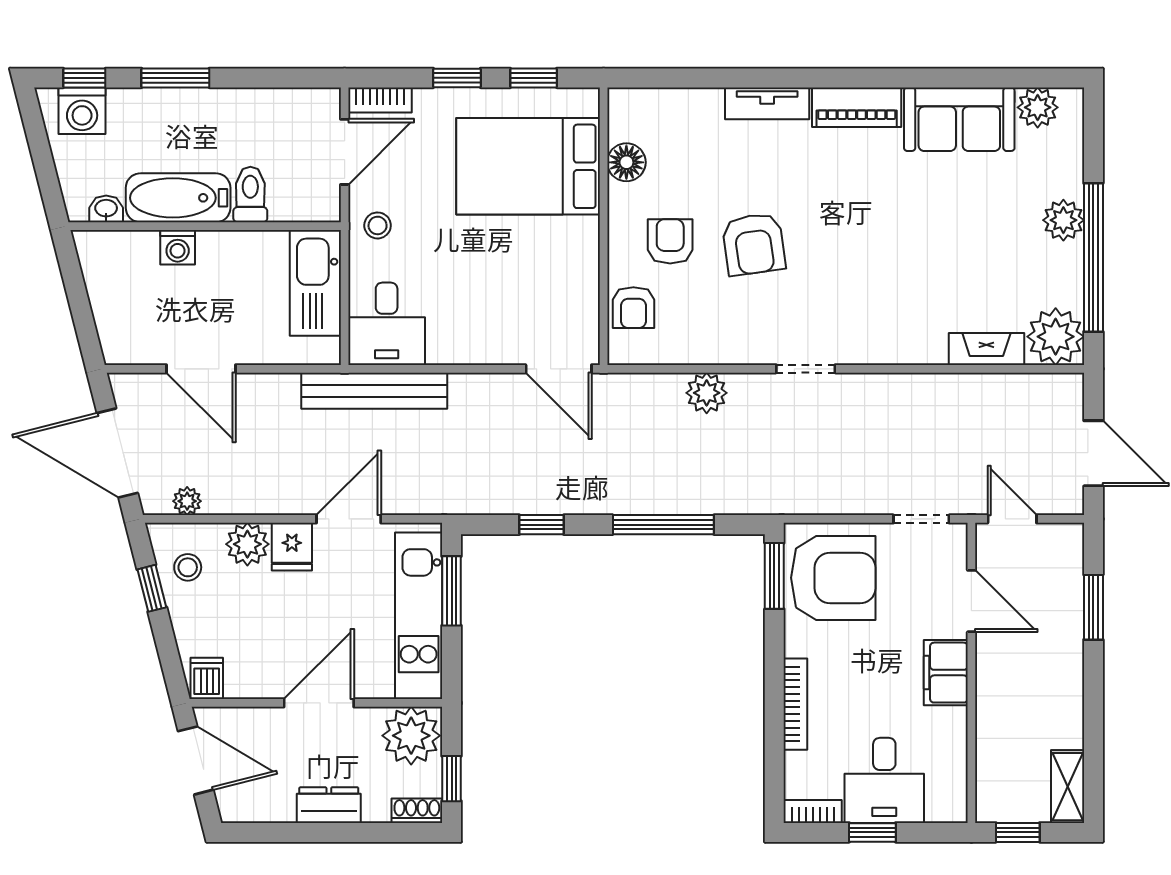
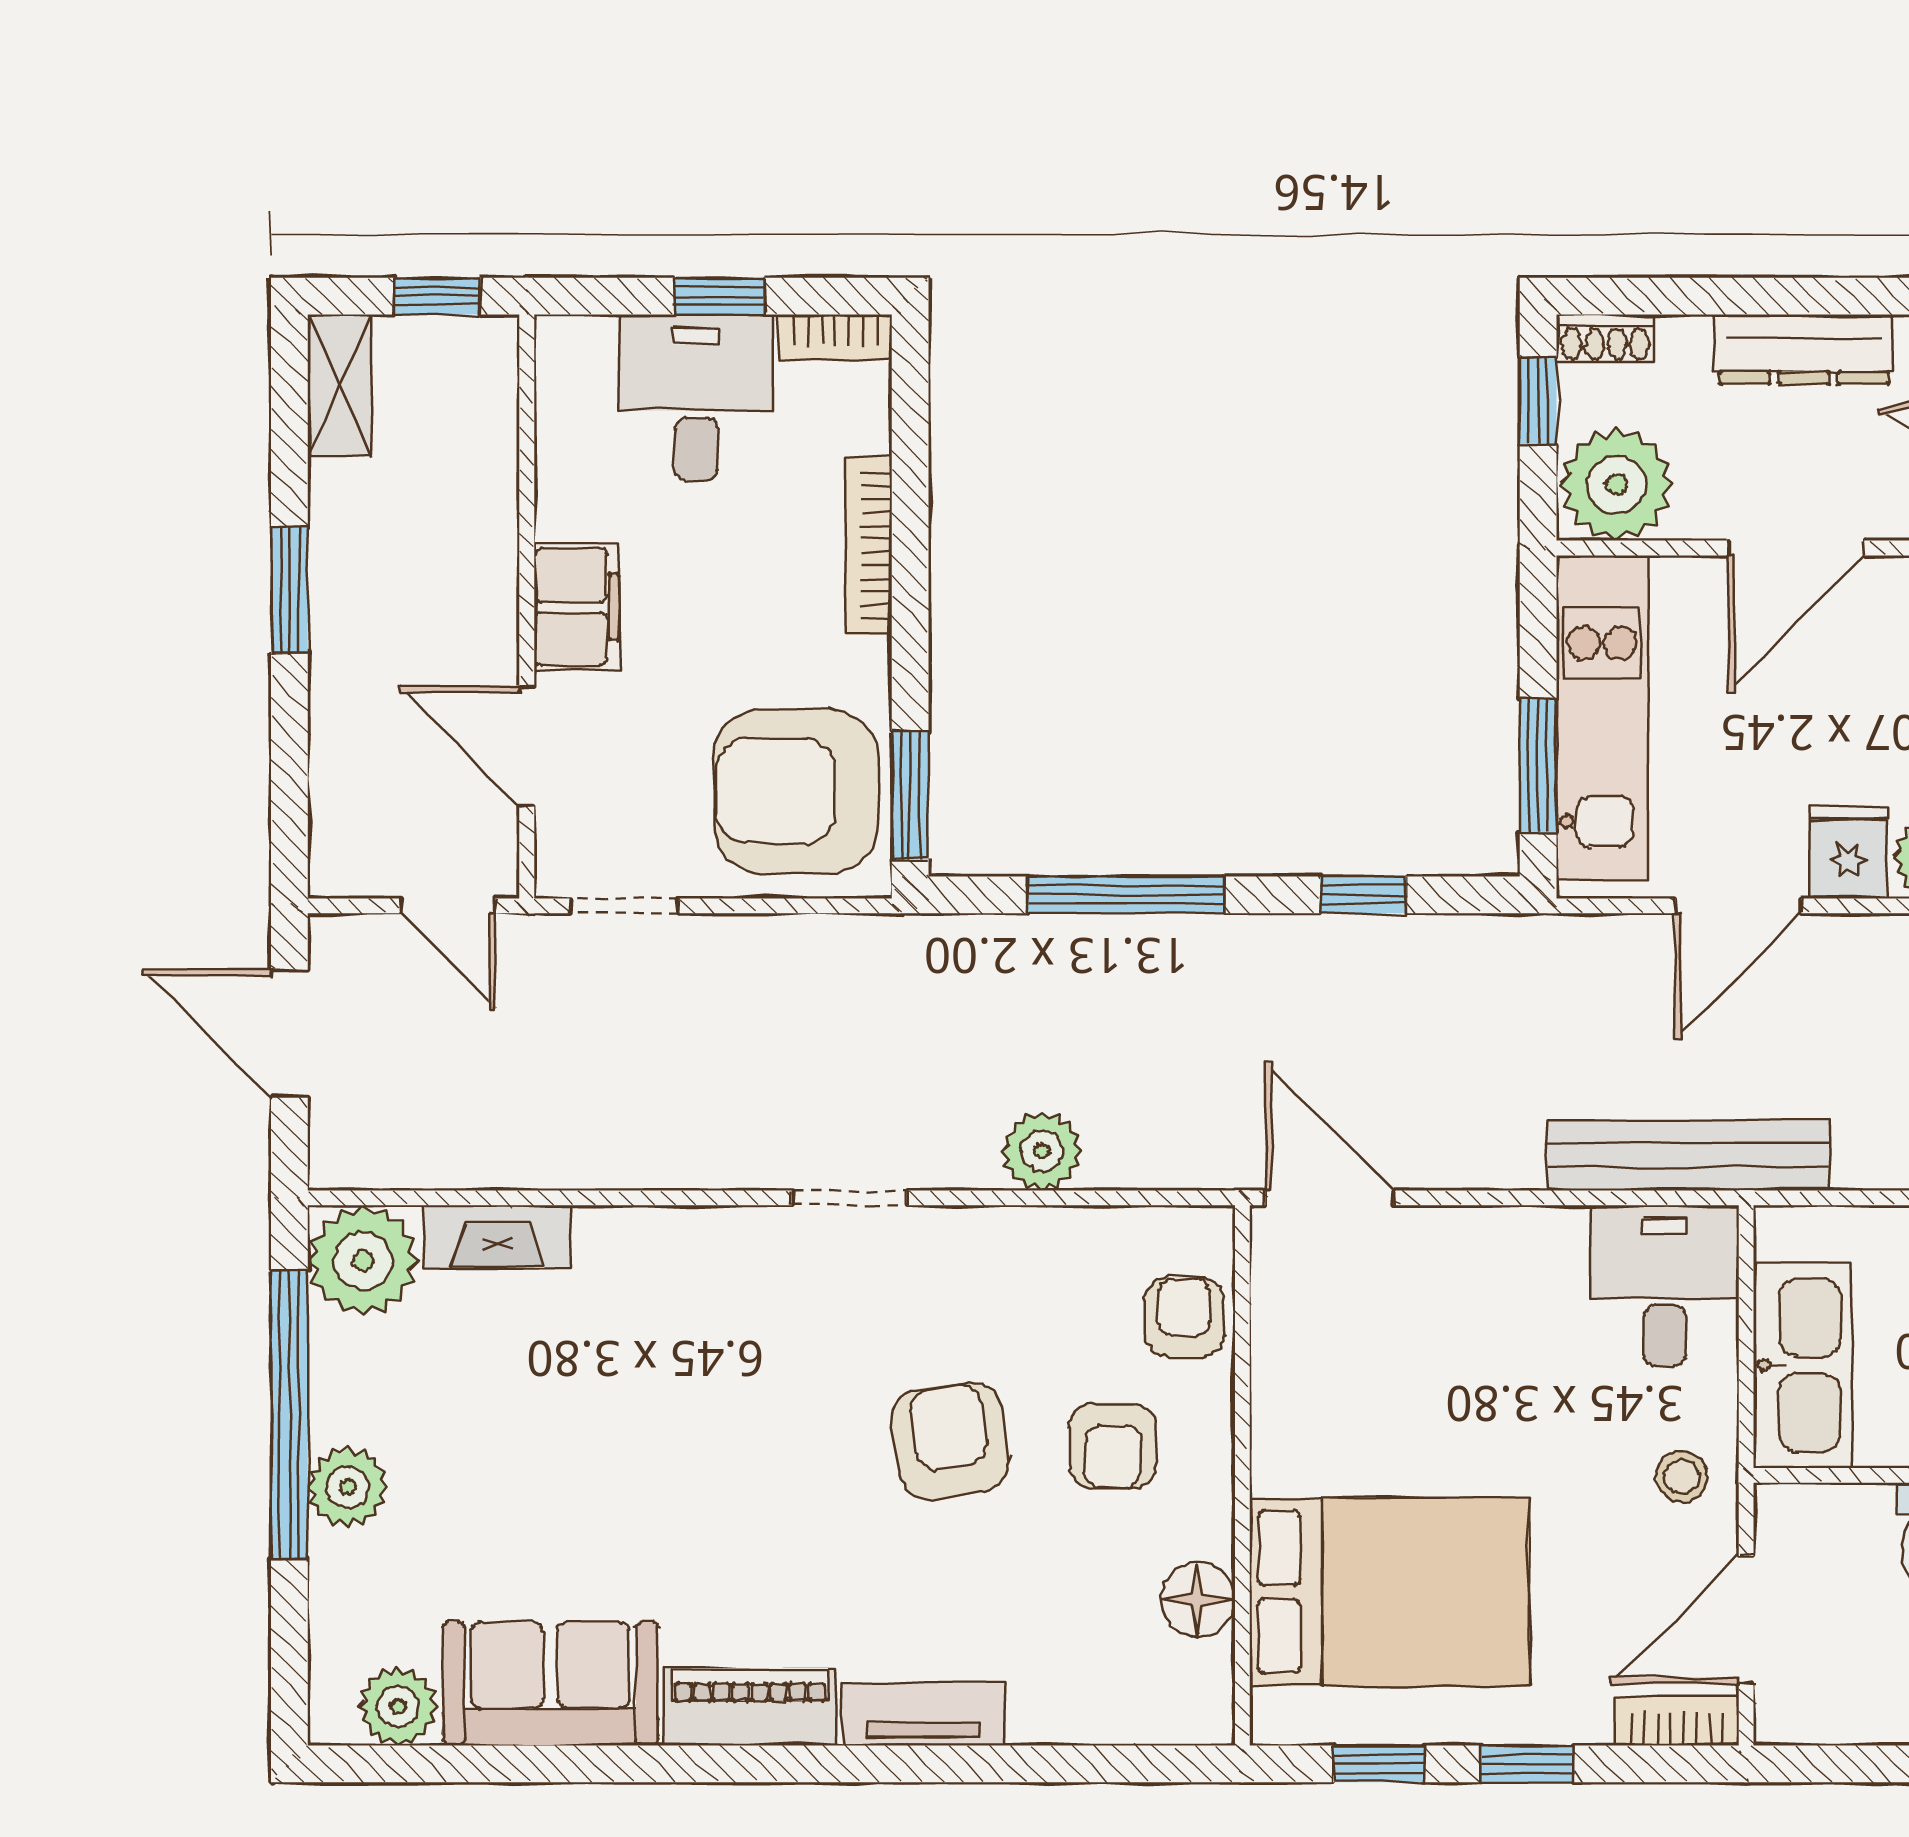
window: (1093, 607) -> (289, 590), moved
dresser: (329, 805) -> (1804, 349), width x1.44

